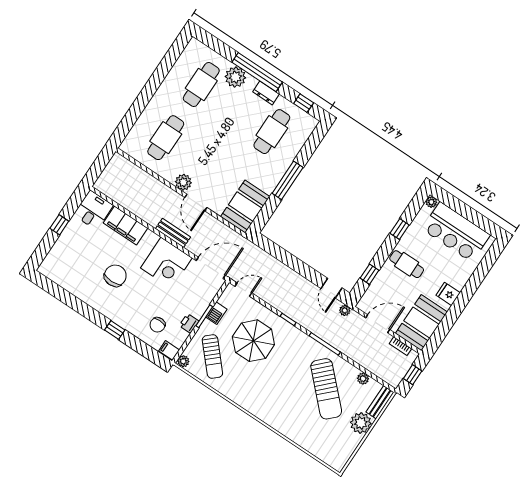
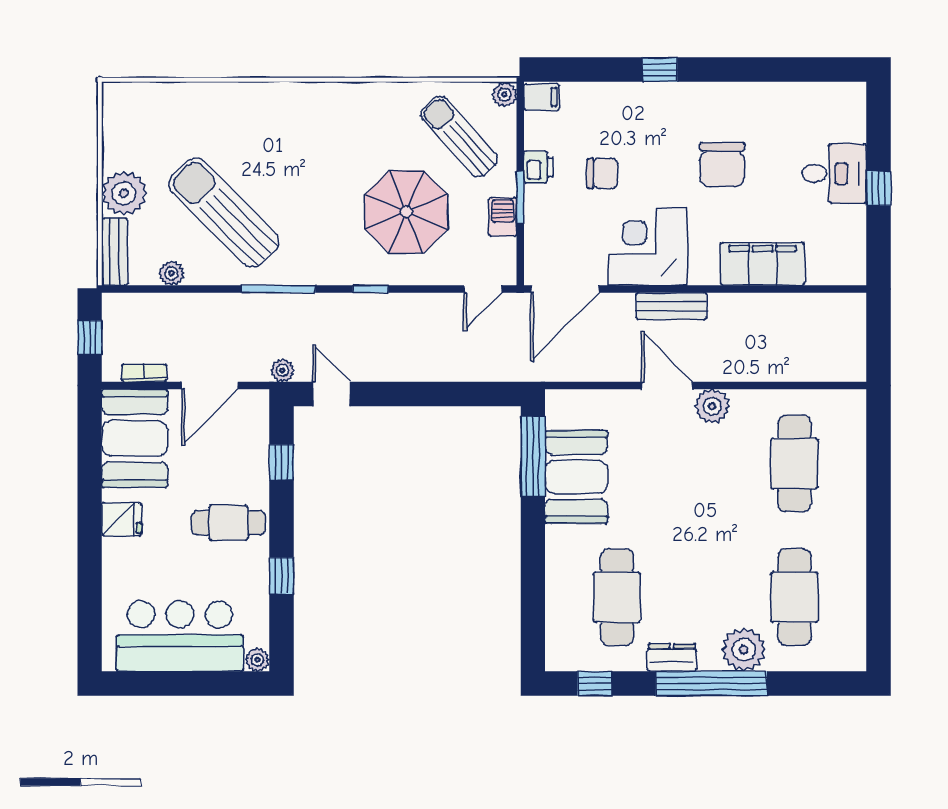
window: (288, 180) -> (533, 456), moved
booth: (245, 207) -> (576, 477), moved
desk: (93, 210) -> (834, 174), moved, turned -90
chair: (158, 325) -> (603, 173), moved, turned 90

